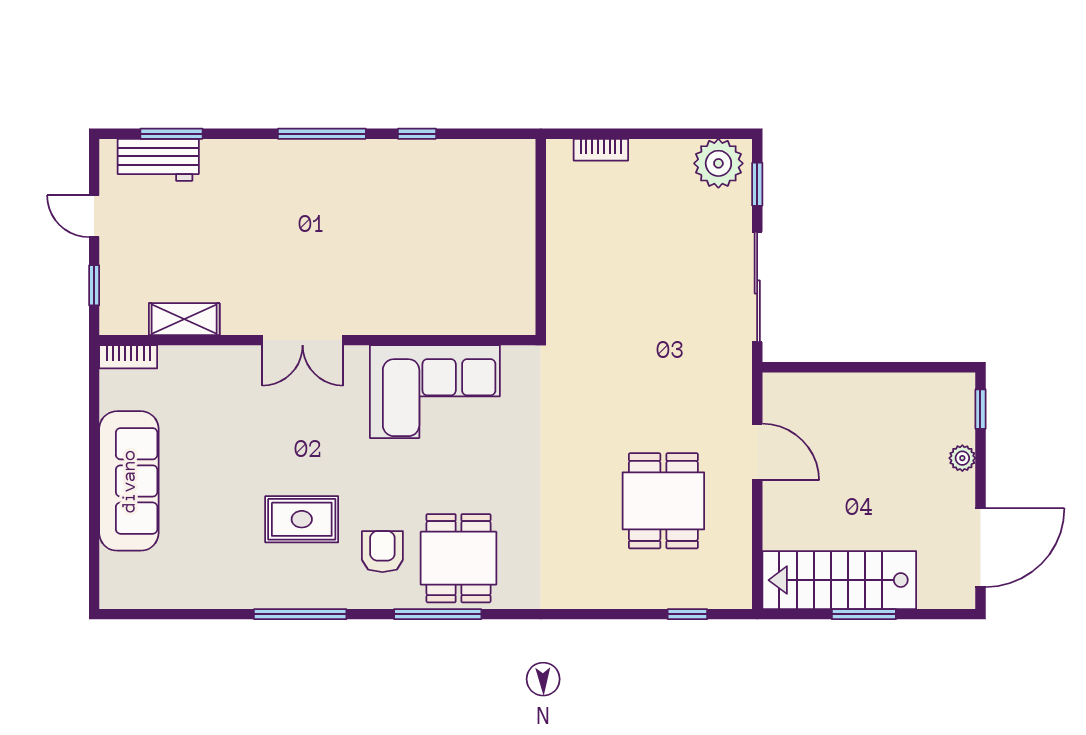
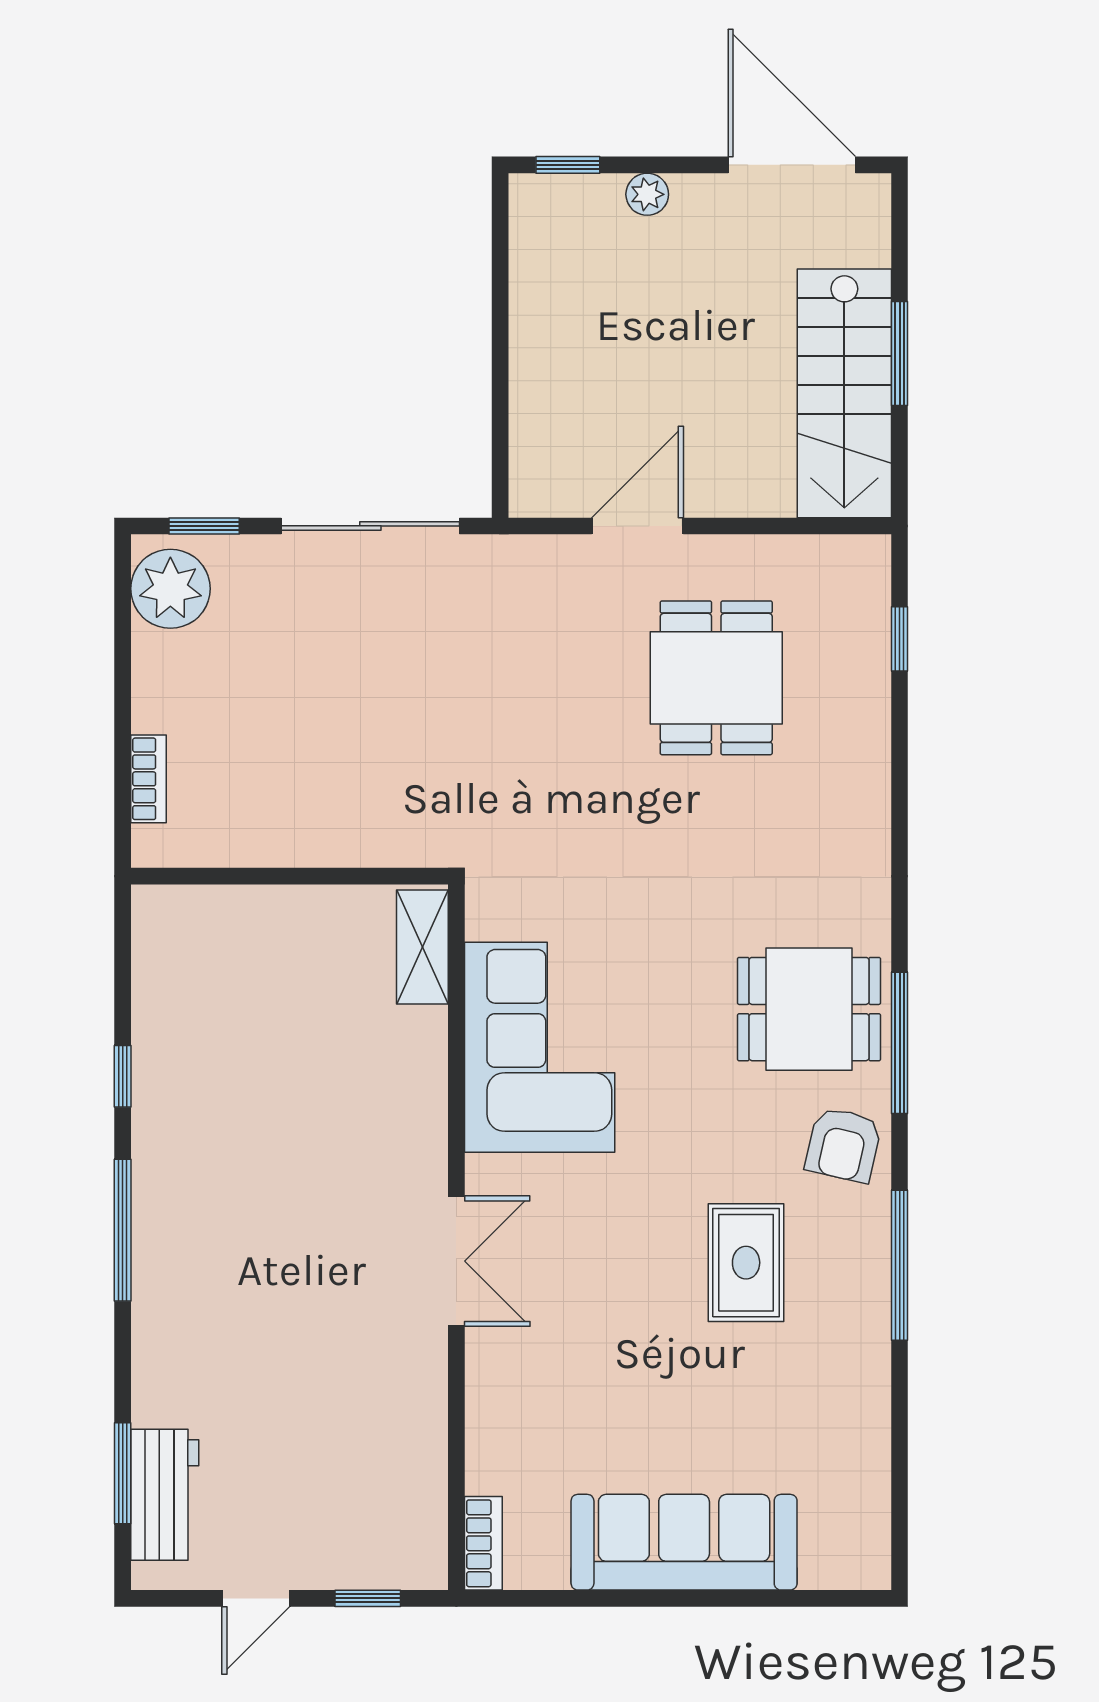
shelving: (184, 319) -> (422, 947), moved
dining table: (663, 501) -> (716, 678), turned 90
armchair: (382, 552) -> (843, 1145), moved, turned -77

